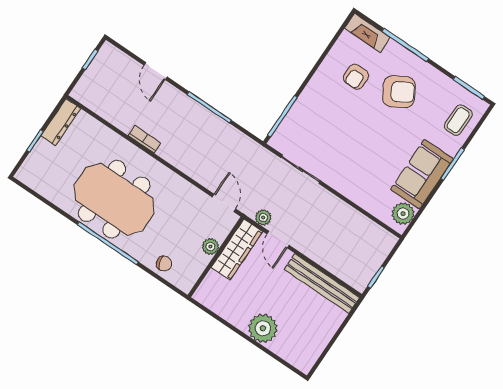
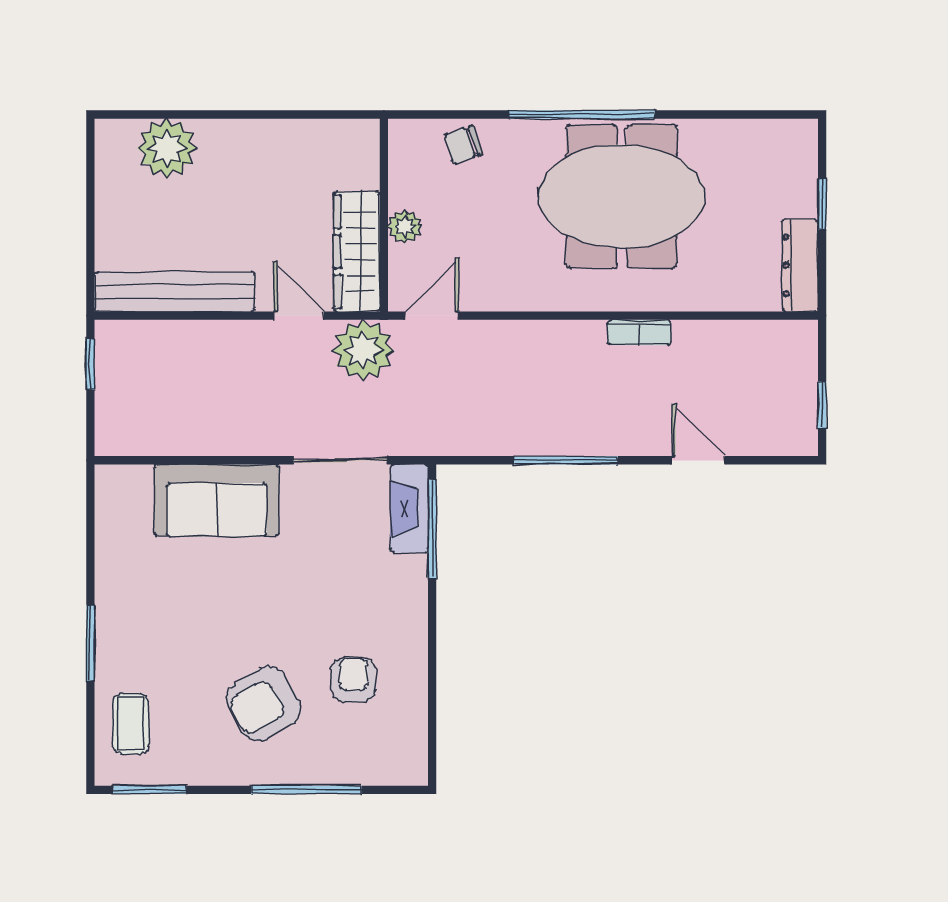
fireplace: (367, 33) -> (409, 508), moved, turned -90
sofa: (422, 174) -> (217, 500), moved, turned 90
door: (224, 203) -> (432, 316), swing flipped
plant: (403, 214) -> (117, 502), removed
plant: (263, 217) -> (363, 350), width x1.87, depth x1.87
plant: (263, 328) -> (167, 148), moved

